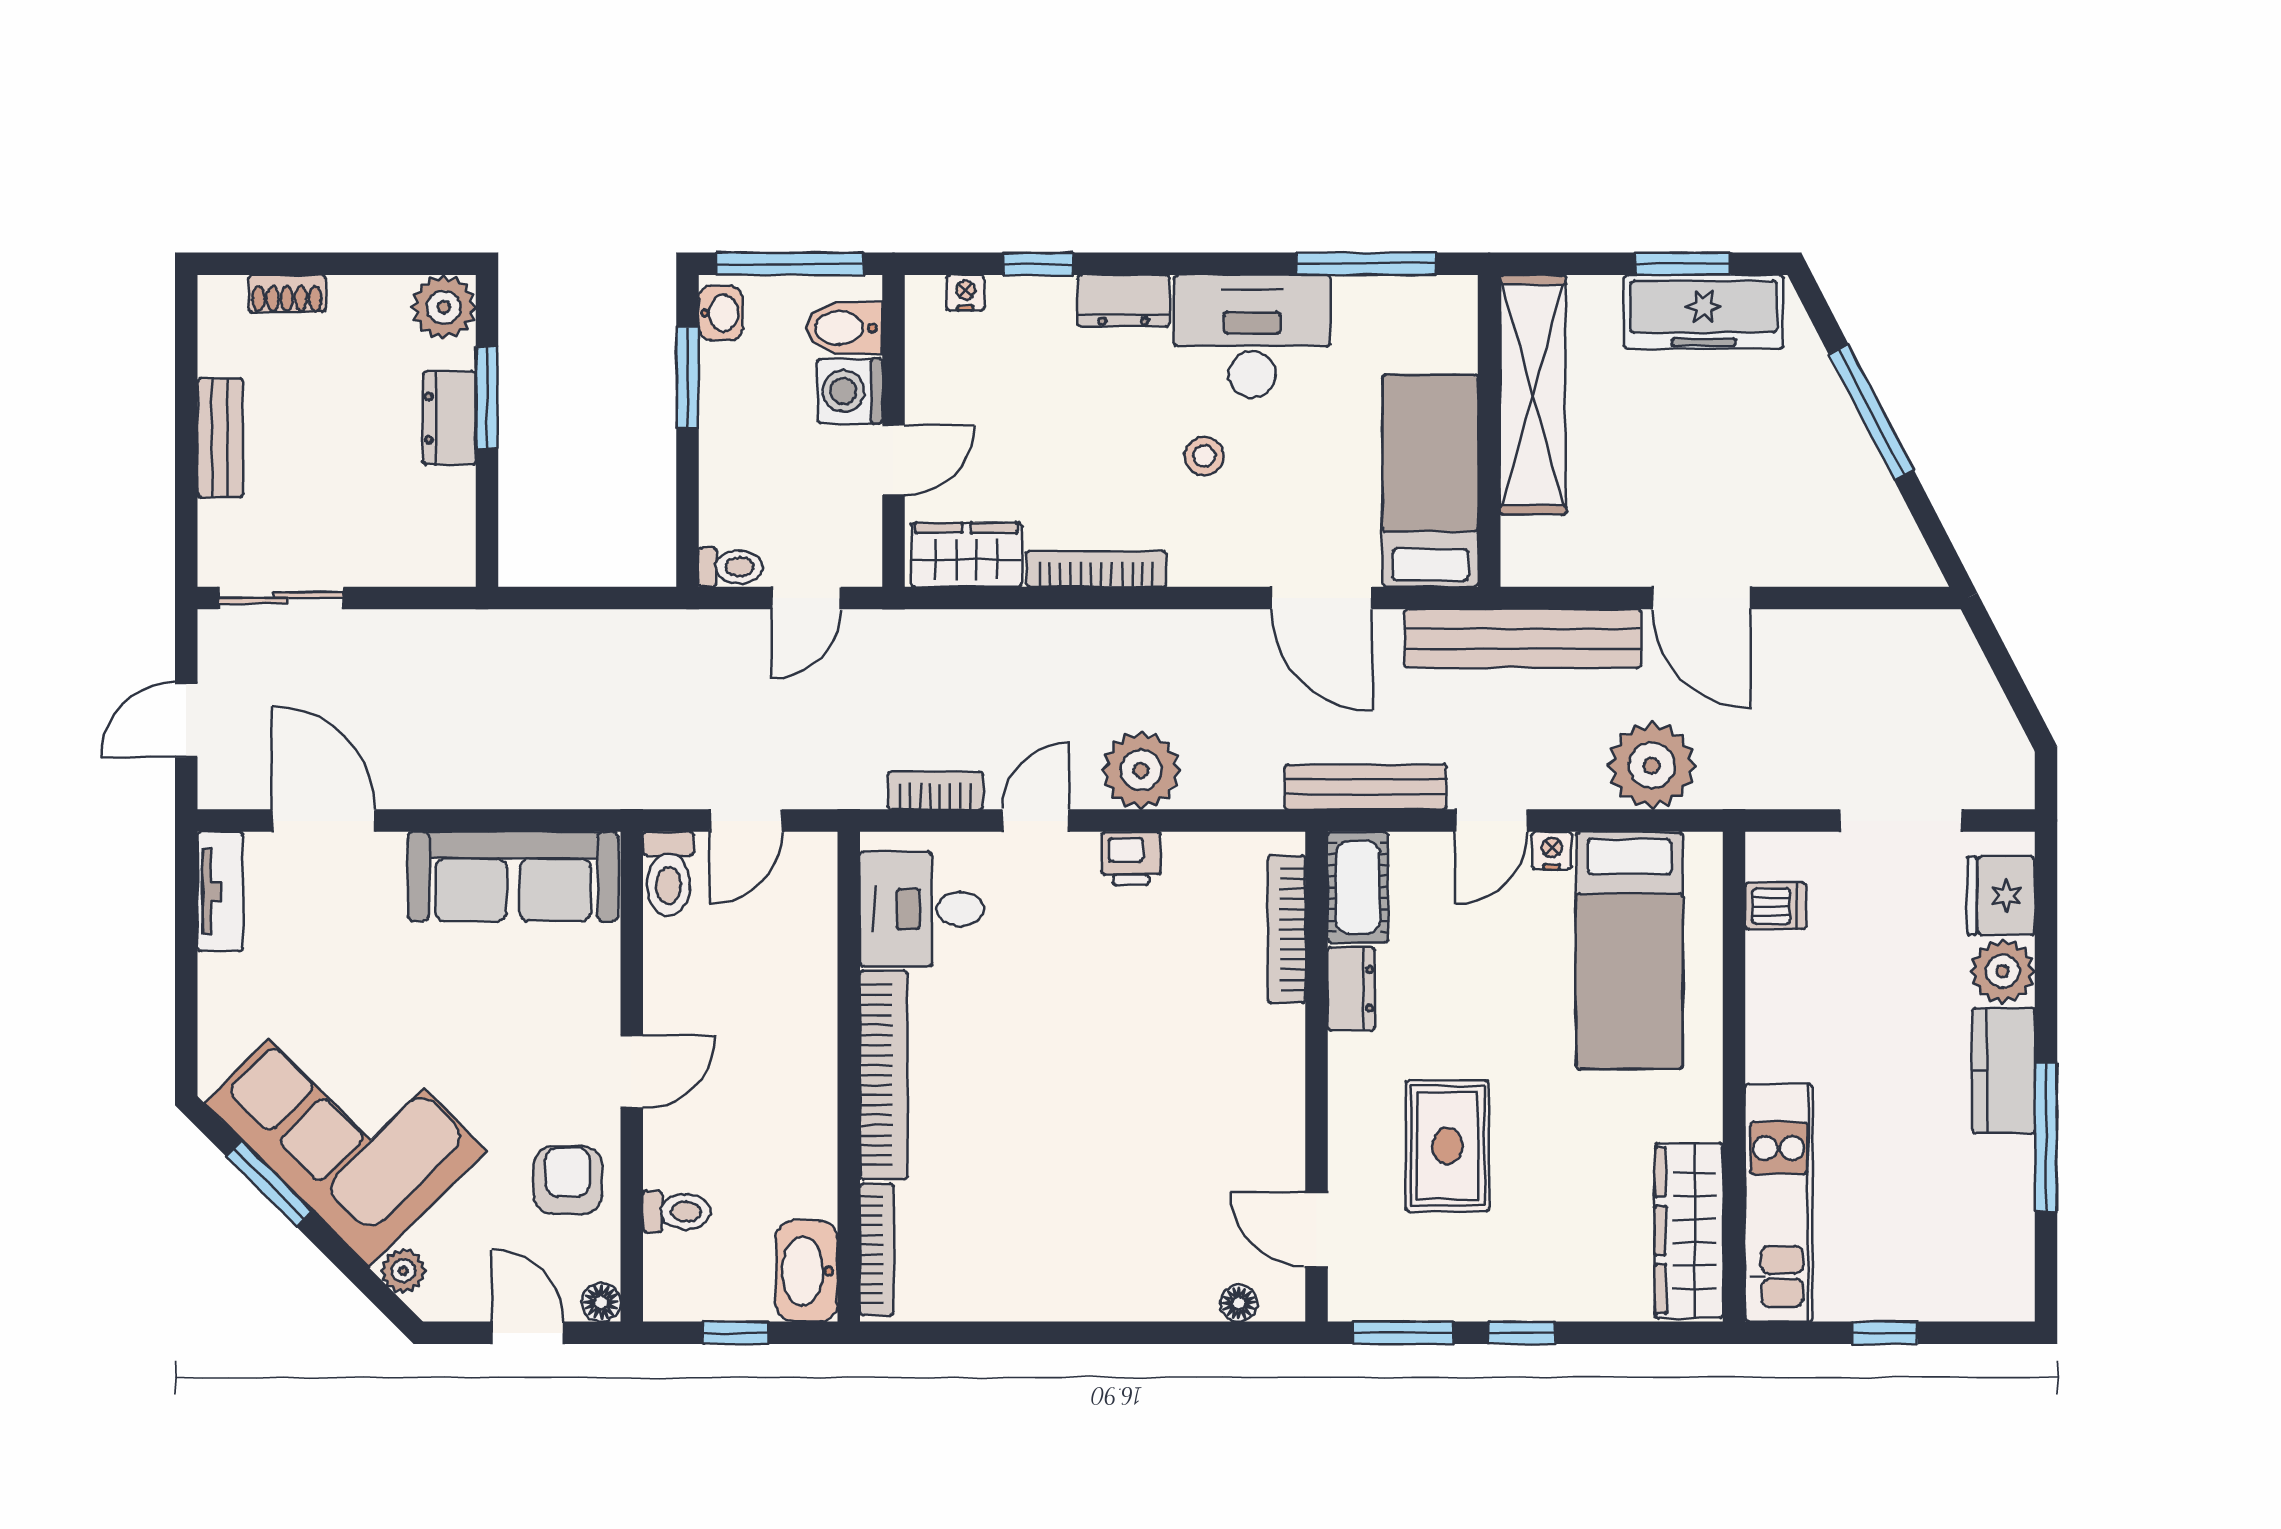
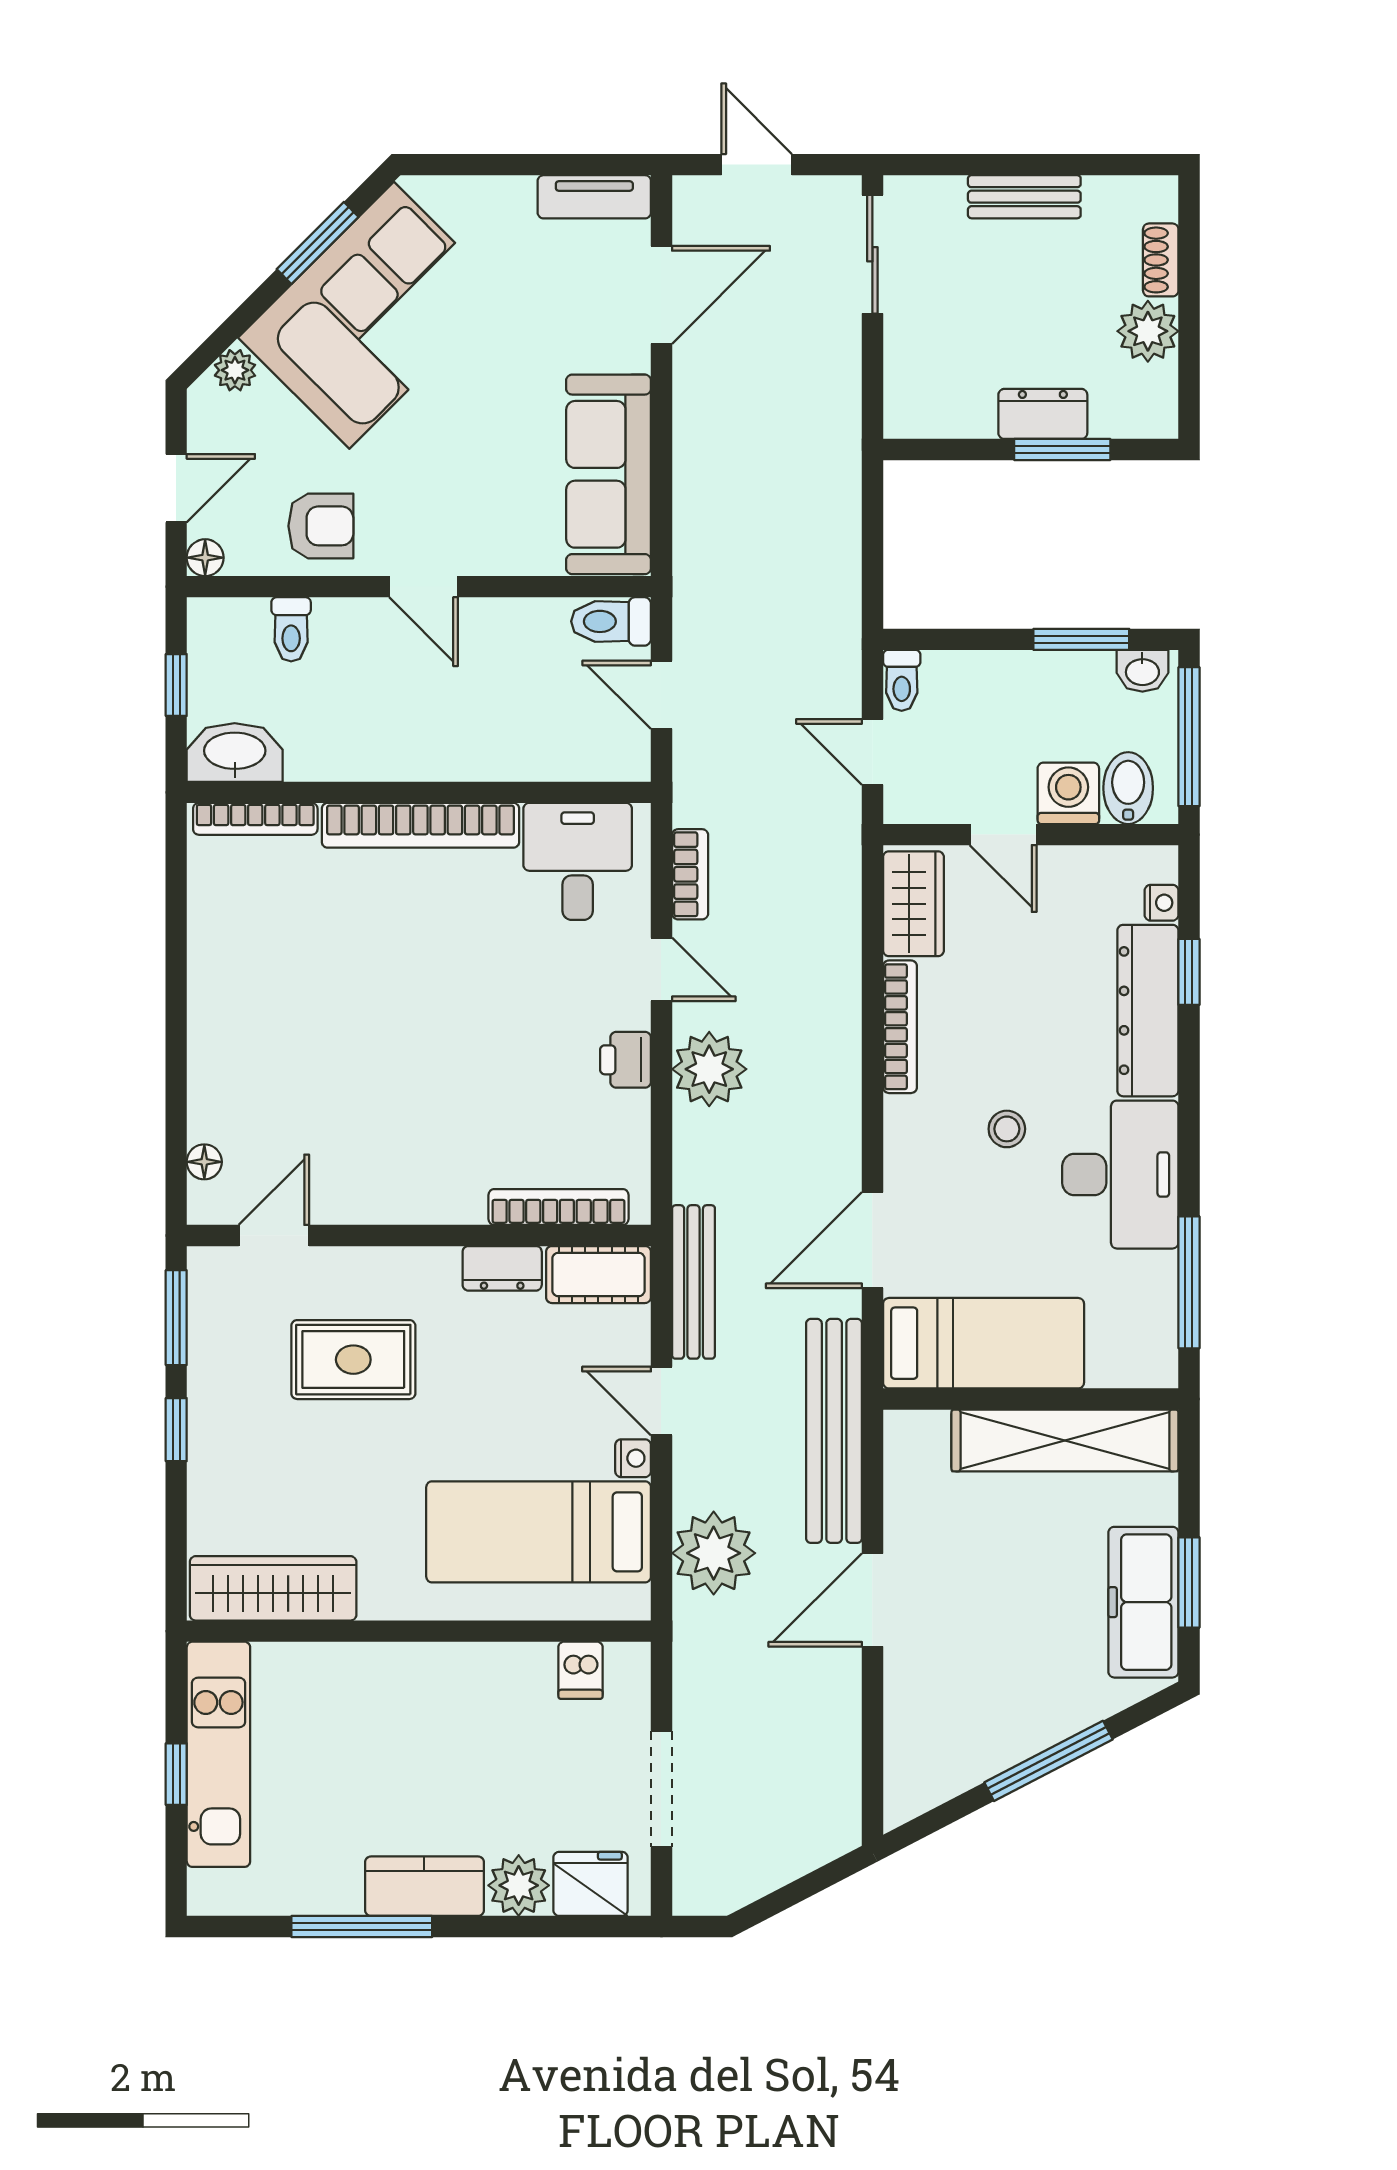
dresser: (1124, 301) -> (1148, 1011), width x1.96, depth x1.24
plant: (444, 307) -> (1148, 331), moved
kitchen unit: (1779, 1203) -> (218, 1754), moved, turned -90

